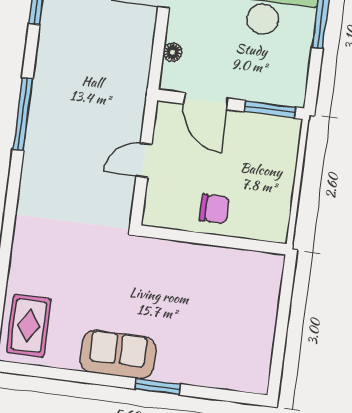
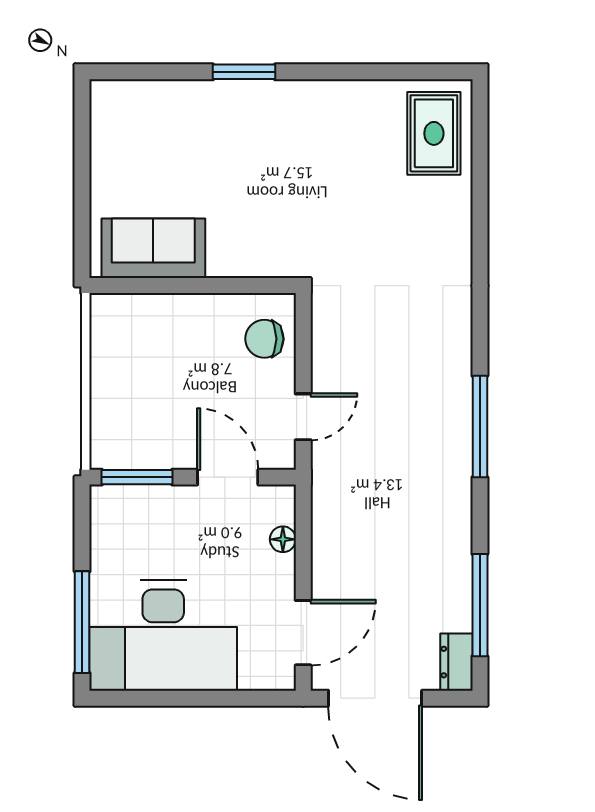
door: (144, 160) -> (303, 417), moved
chair: (214, 209) -> (264, 339), moved
sofa: (118, 355) -> (153, 248), moved, turned 180

